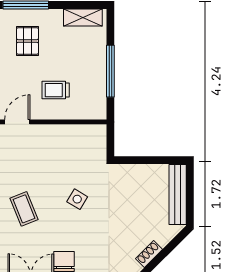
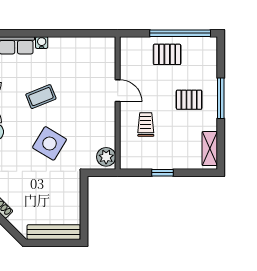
window: (110, 71) -> (163, 173), width x0.46
plant: (92, 135) -> (106, 157), added
side table: (77, 199) -> (50, 143), width x1.87, depth x1.87

